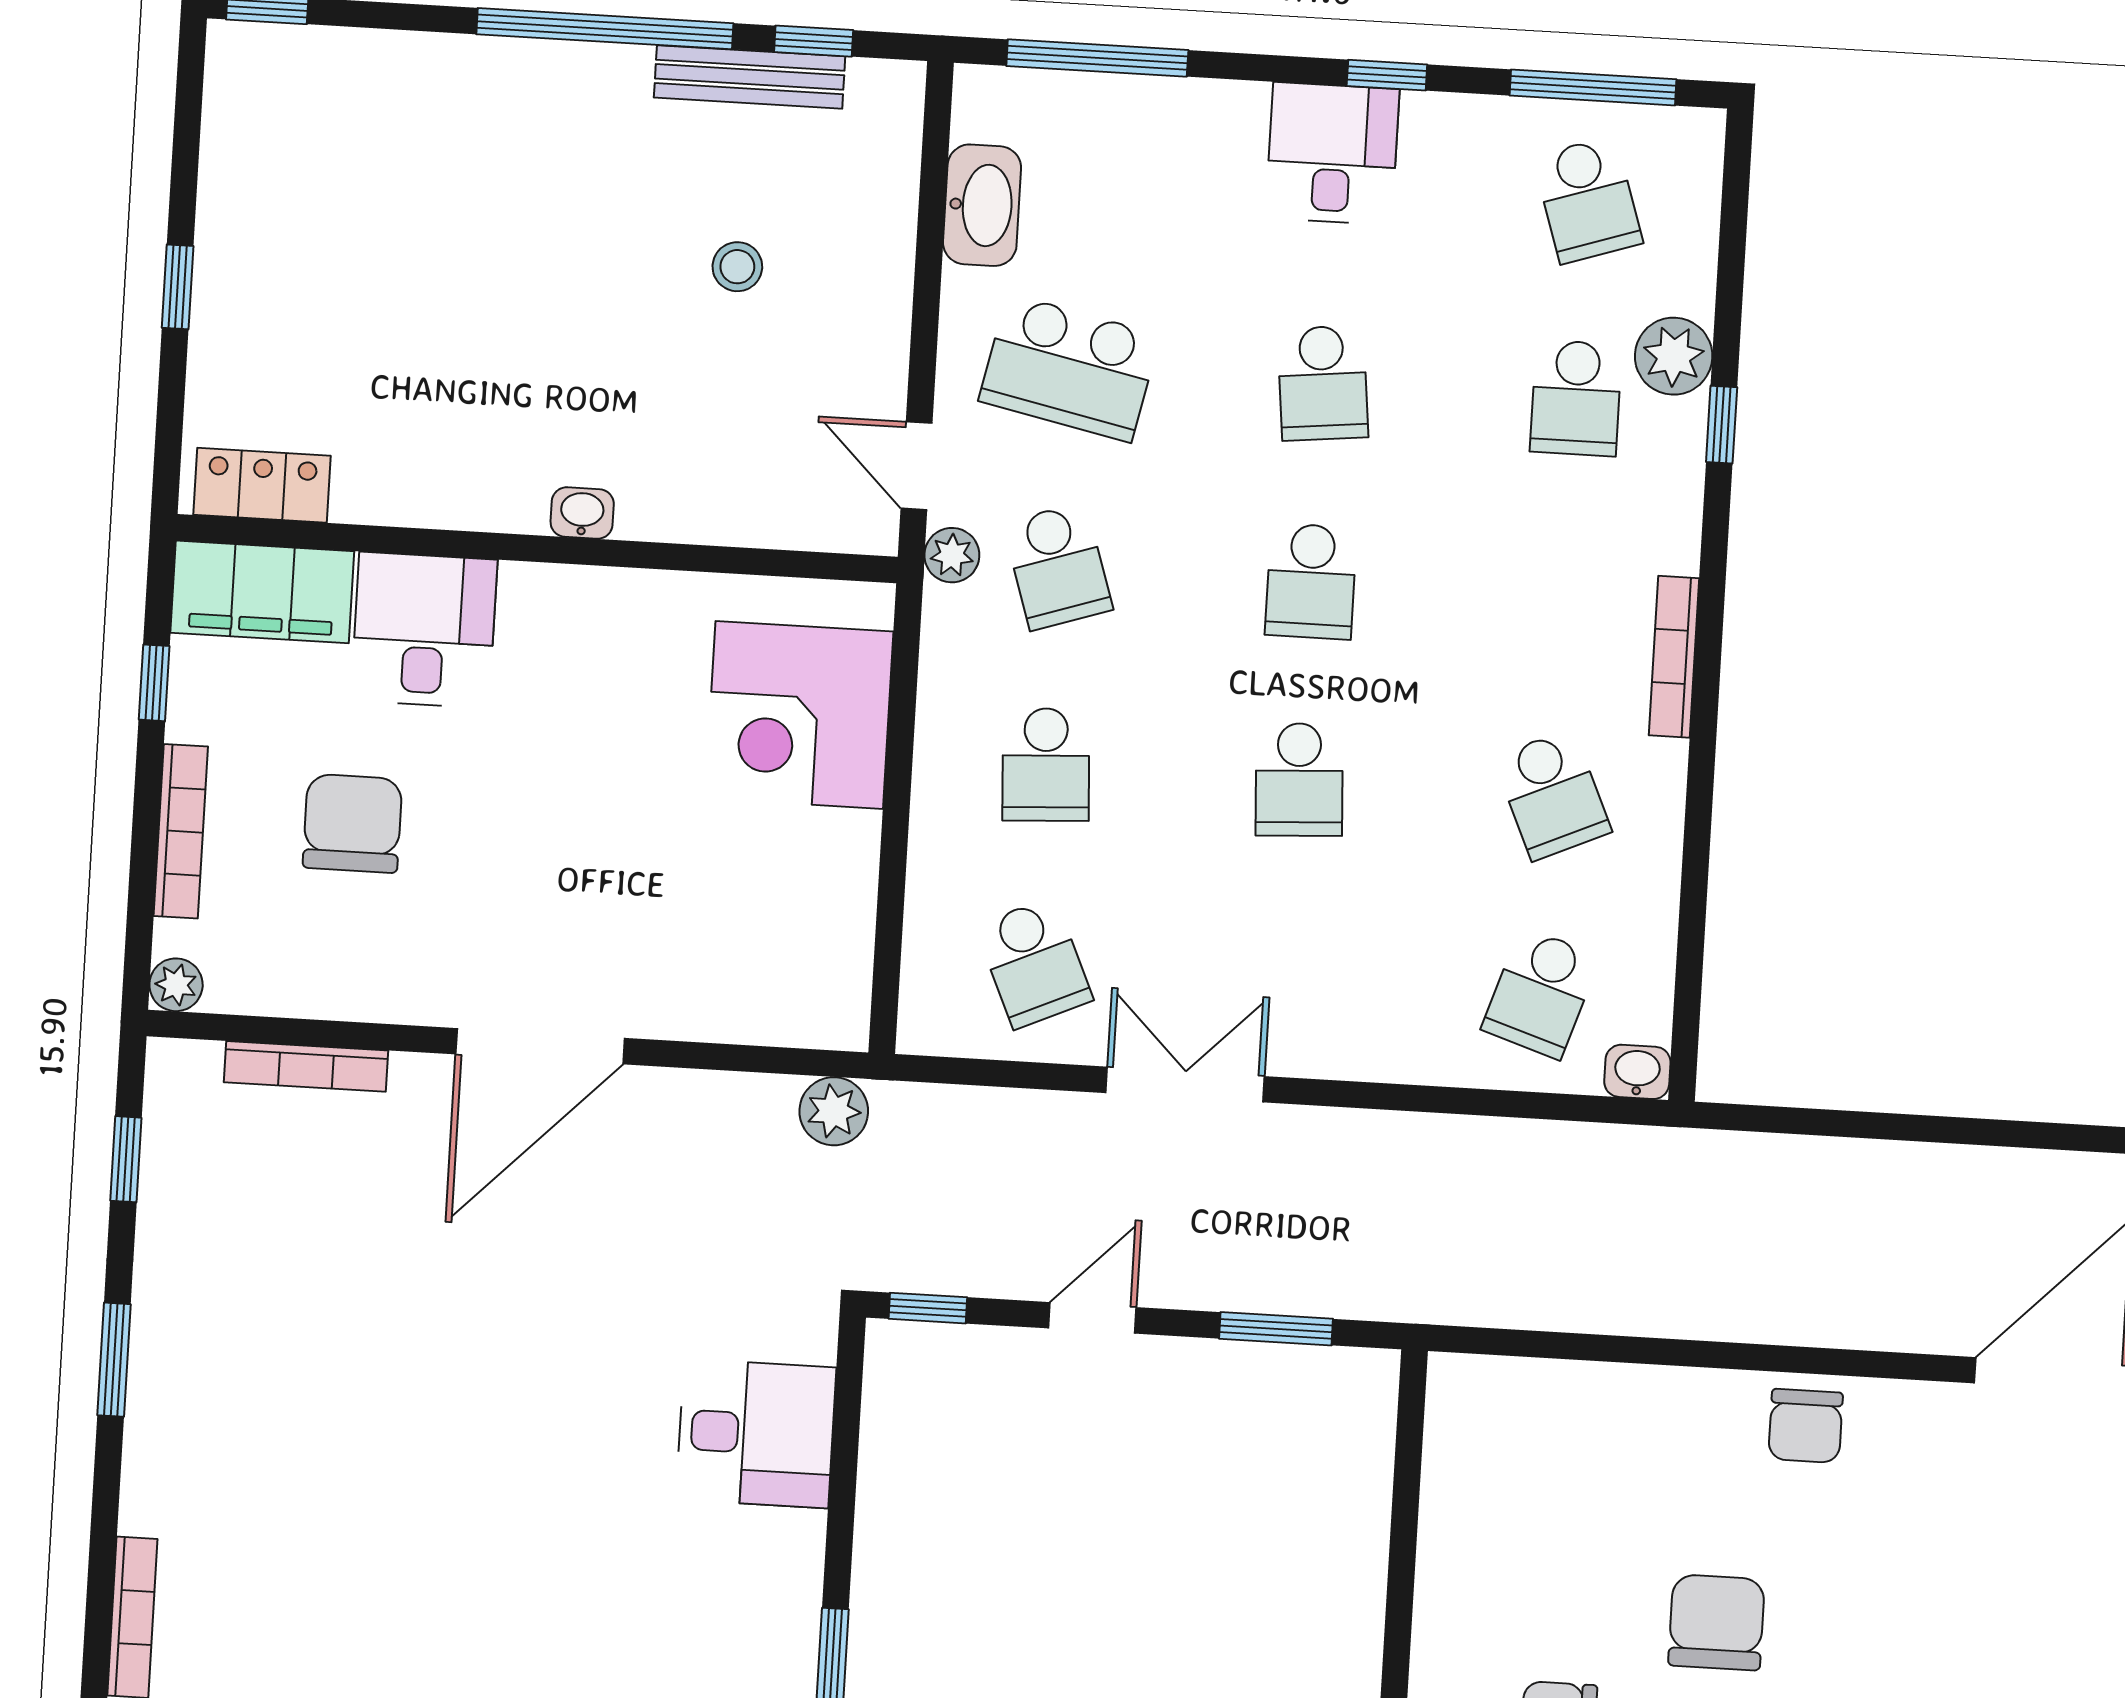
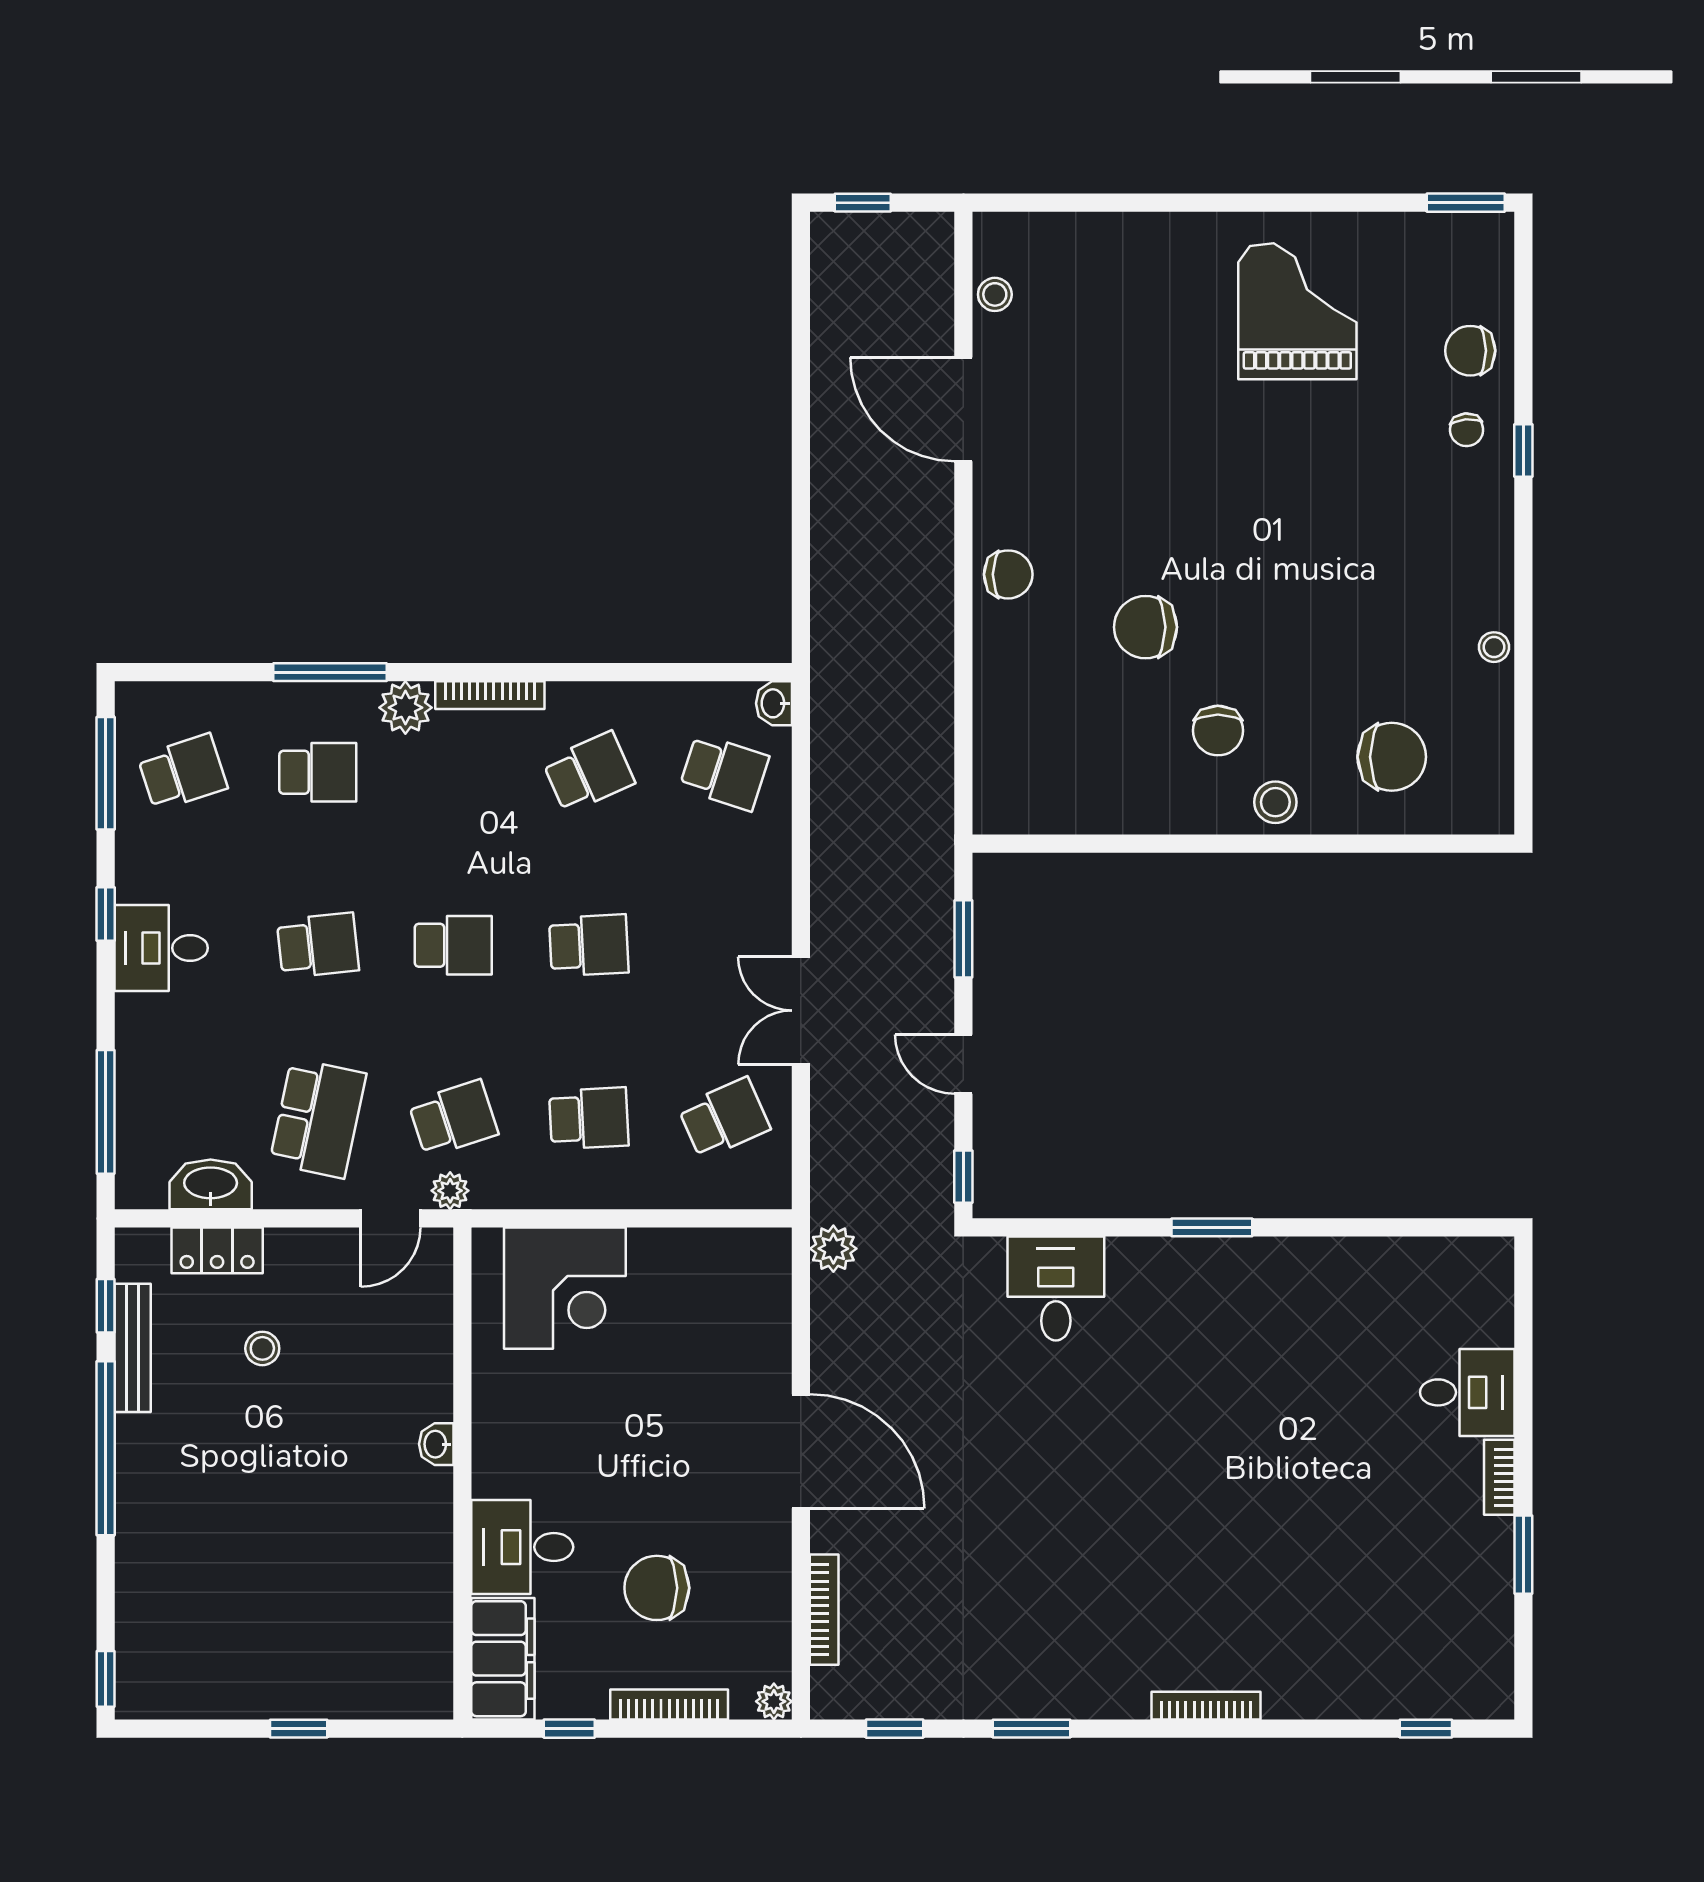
plant: (1674, 356) -> (405, 708), moved
window: (1722, 425) -> (330, 672), width x2.17
locker: (262, 485) -> (217, 1250), moved, turned -90

